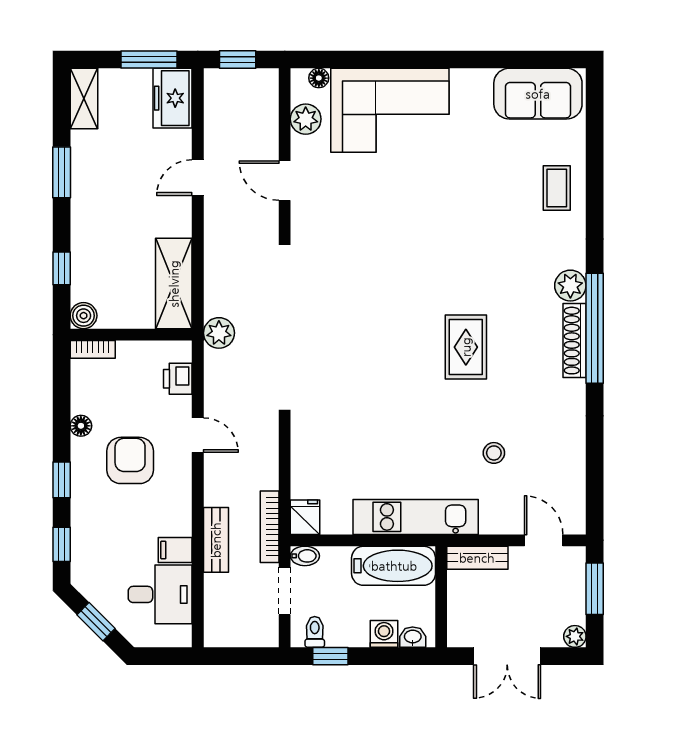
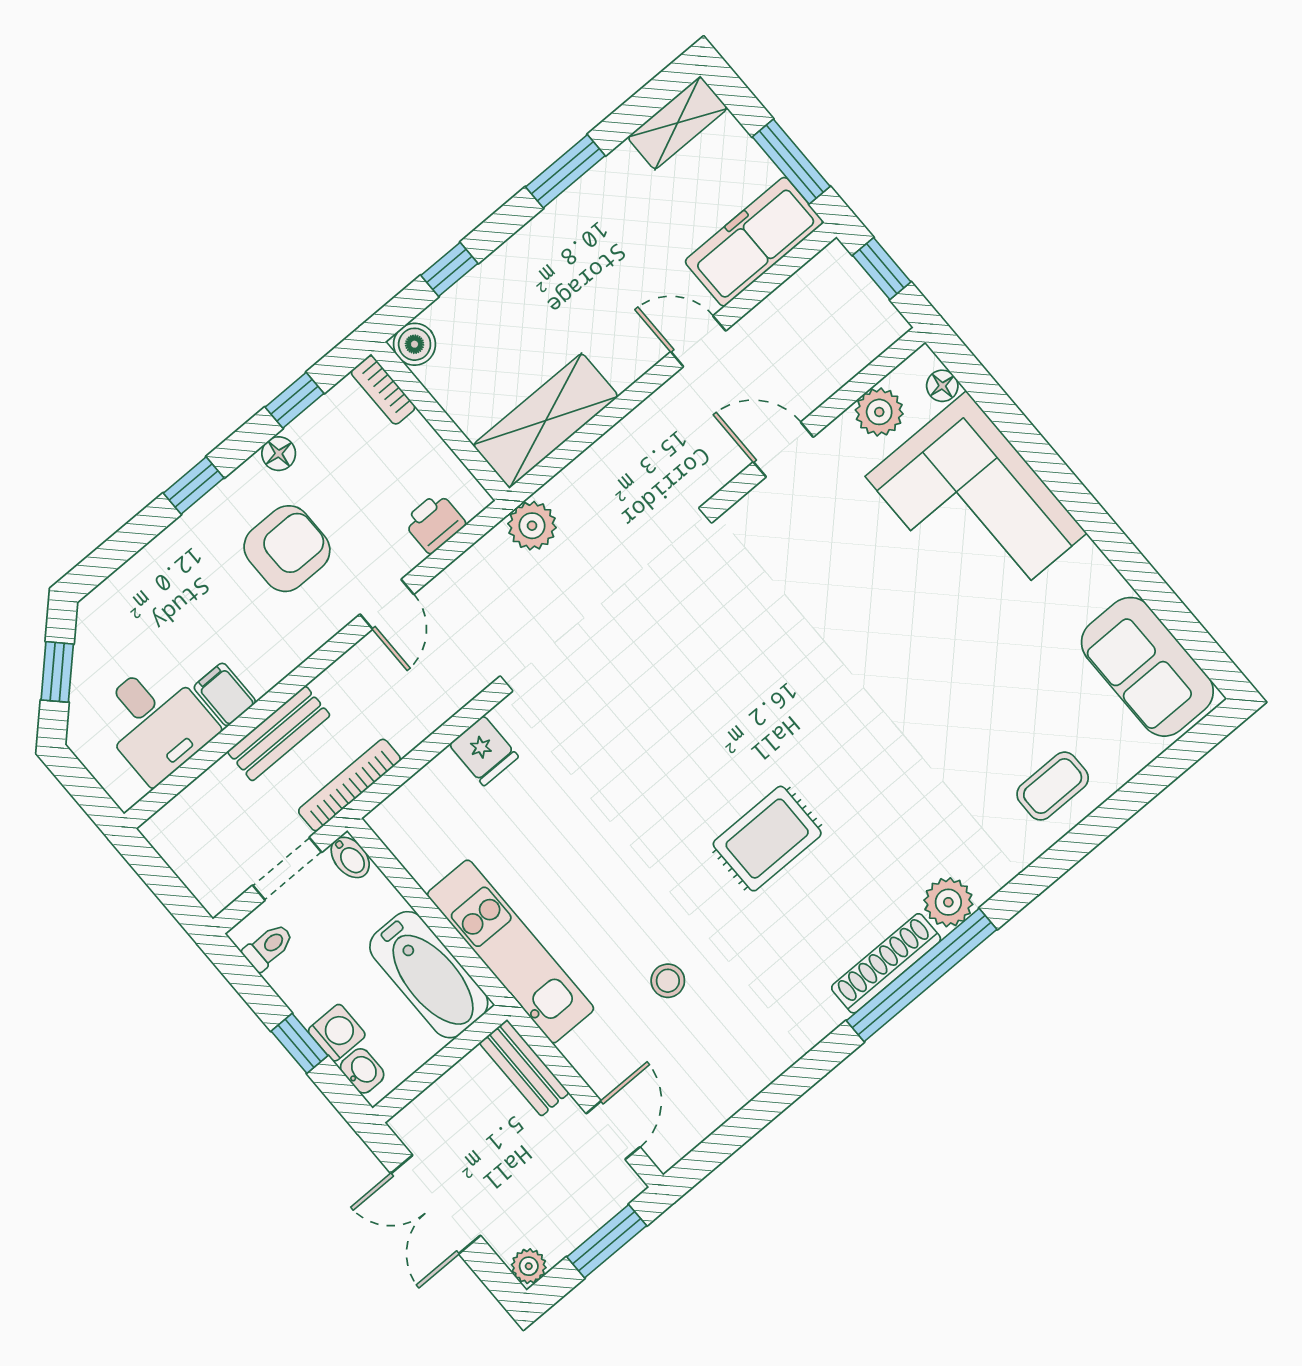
freezer: (173, 98) -> (754, 242), width x1.40
door: (285, 181) -> (783, 449), hinge flipped
fridge: (305, 517) -> (484, 751), moved, turned 90
window: (62, 544) -> (294, 400), moved
window: (330, 656) -> (299, 1043), moved

